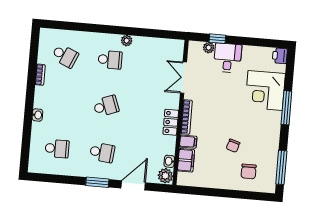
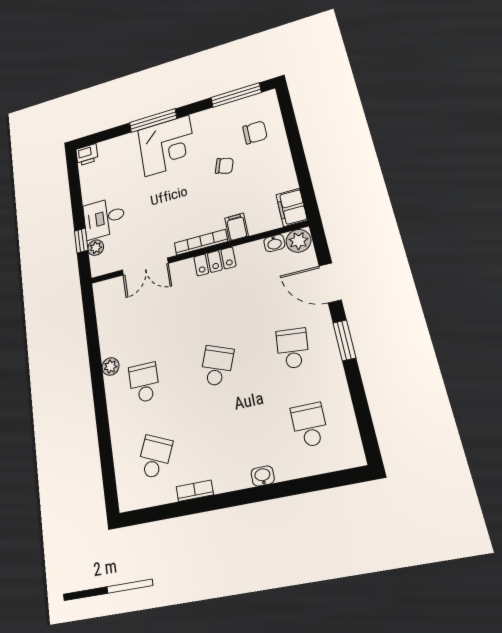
corner desk: (265, 90) -> (167, 146), moved
school desk: (106, 106) -> (217, 366), turned 42
filing cabinet: (186, 160) -> (292, 207), moved, turned -90

